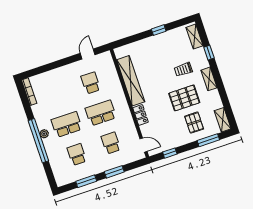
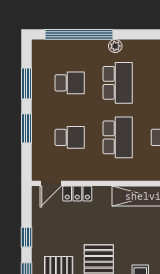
locker: (140, 115) -> (77, 194), moved
window: (38, 141) -> (79, 34), moved
window: (170, 153) -> (27, 237), moved

